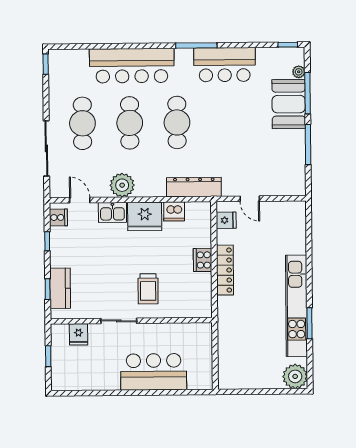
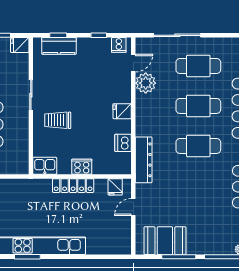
booth: (289, 104) -> (165, 241), moved
plant: (122, 185) -> (146, 83), moved
kitchen sink: (112, 212) -> (45, 166), moved, turned 90
fridge: (145, 216) -> (122, 111), width x0.53, depth x0.75
fridge: (78, 334) -> (20, 45), moved

